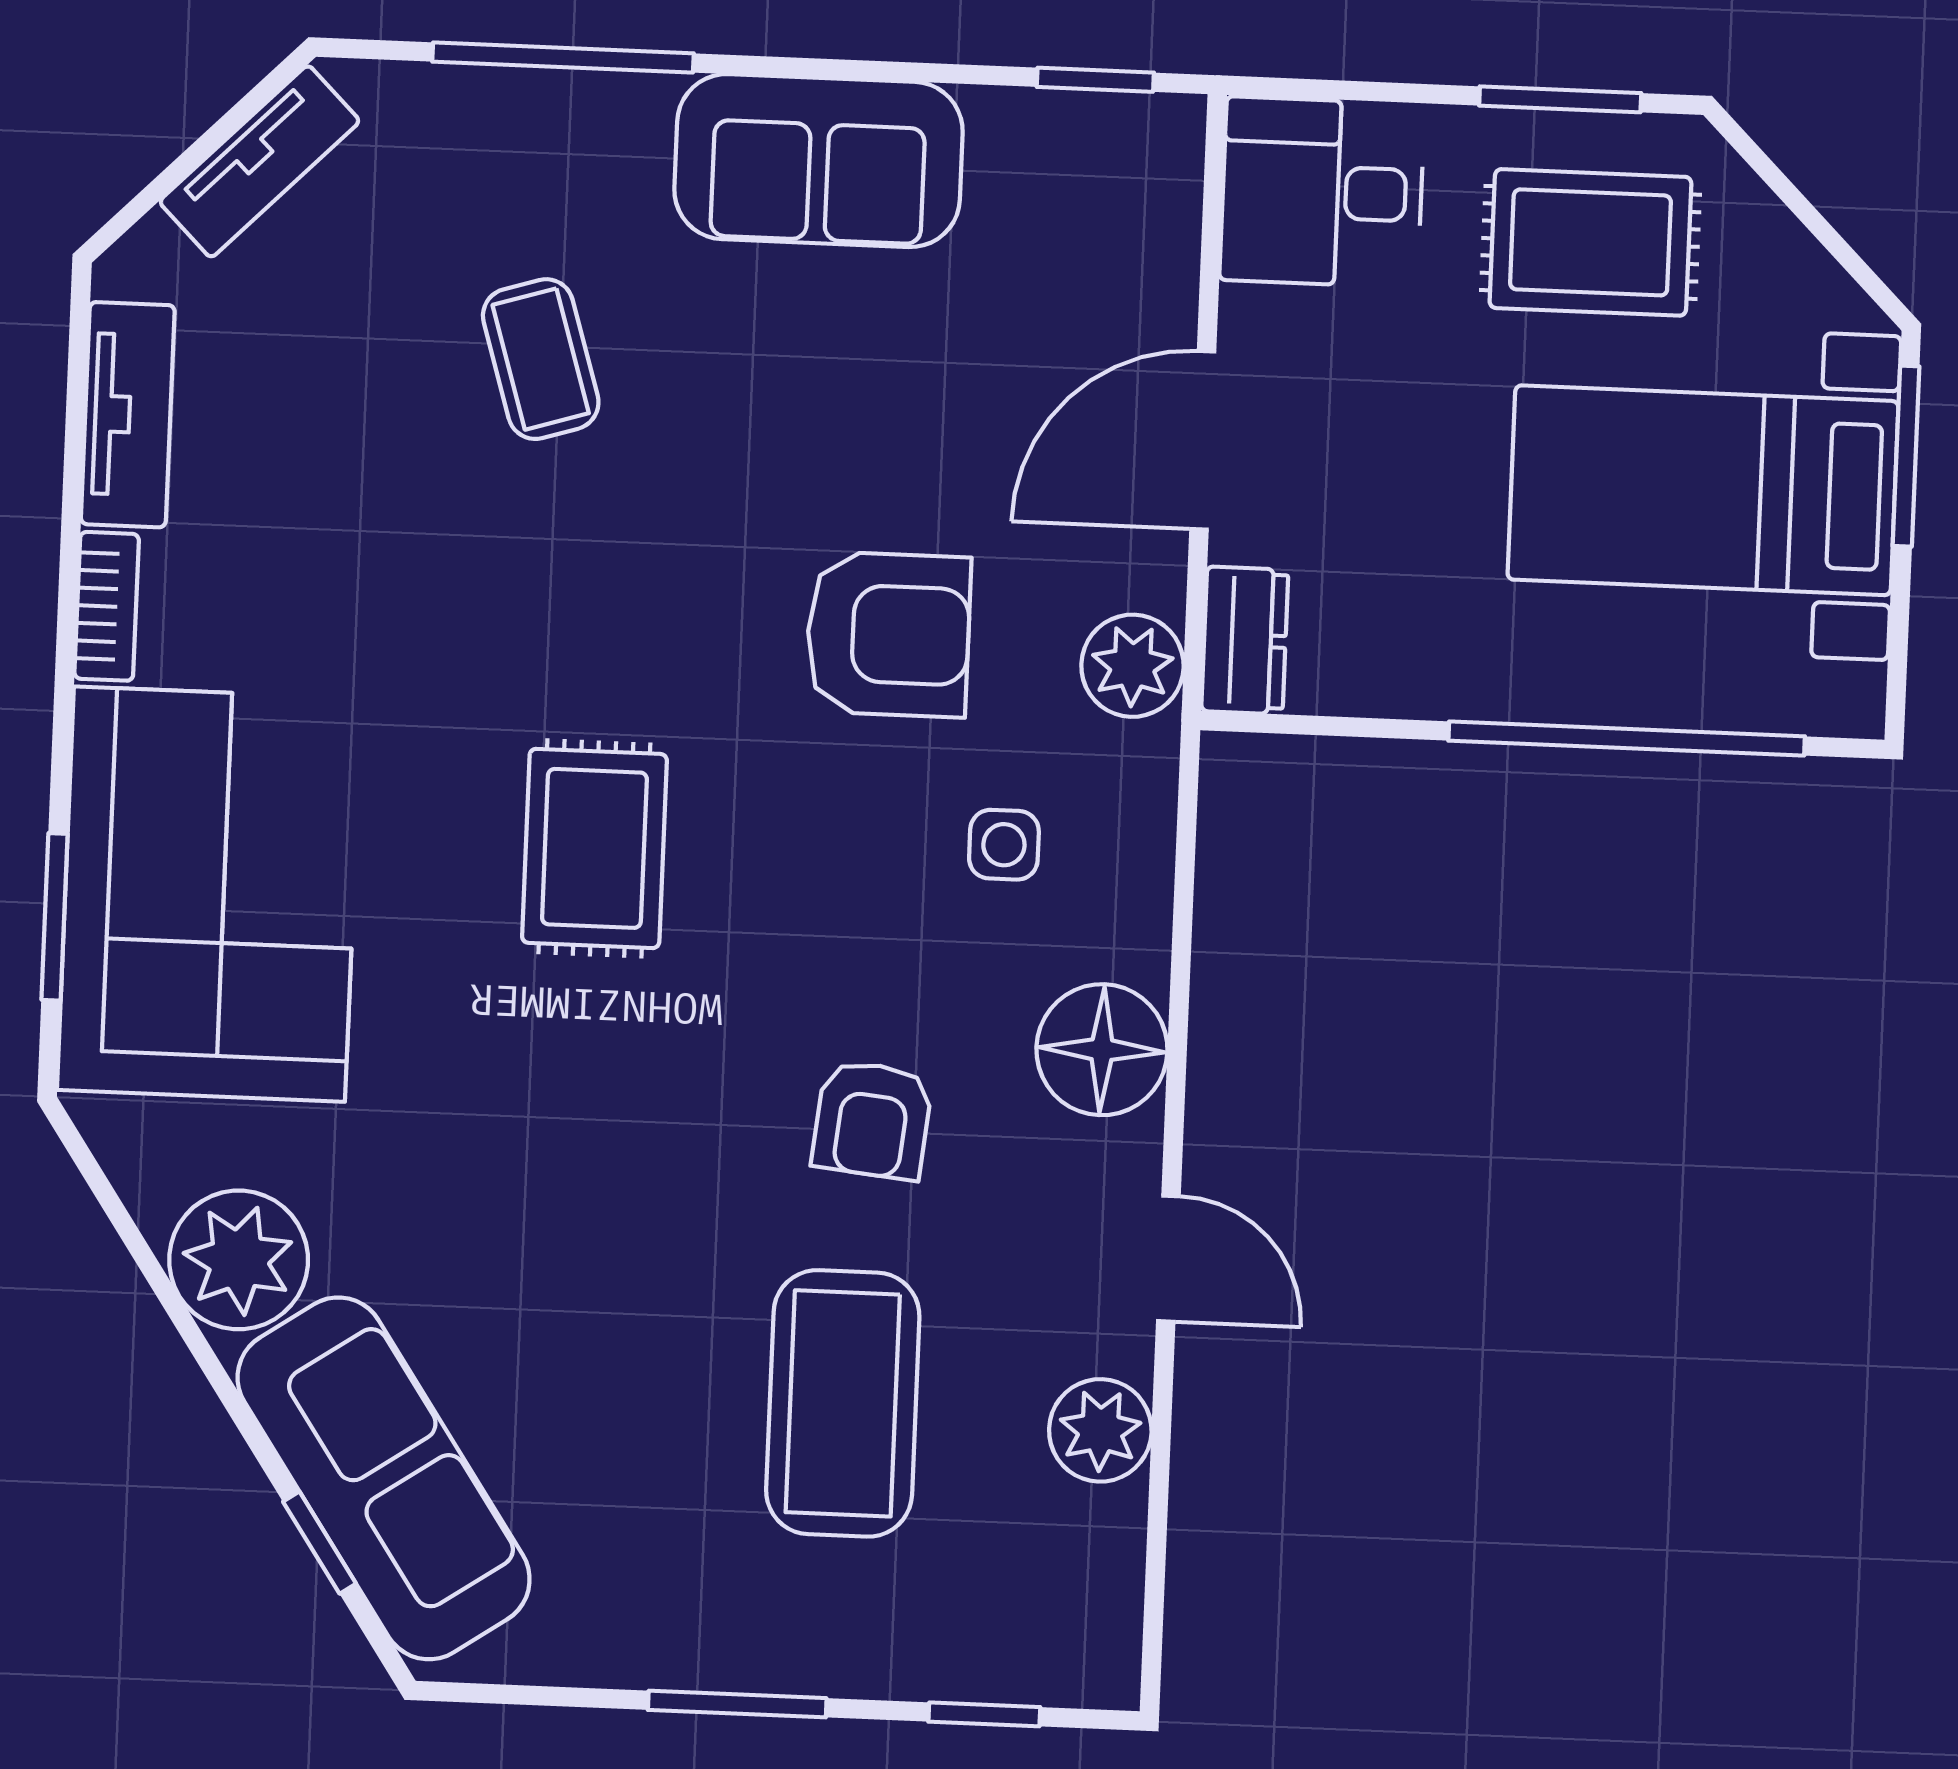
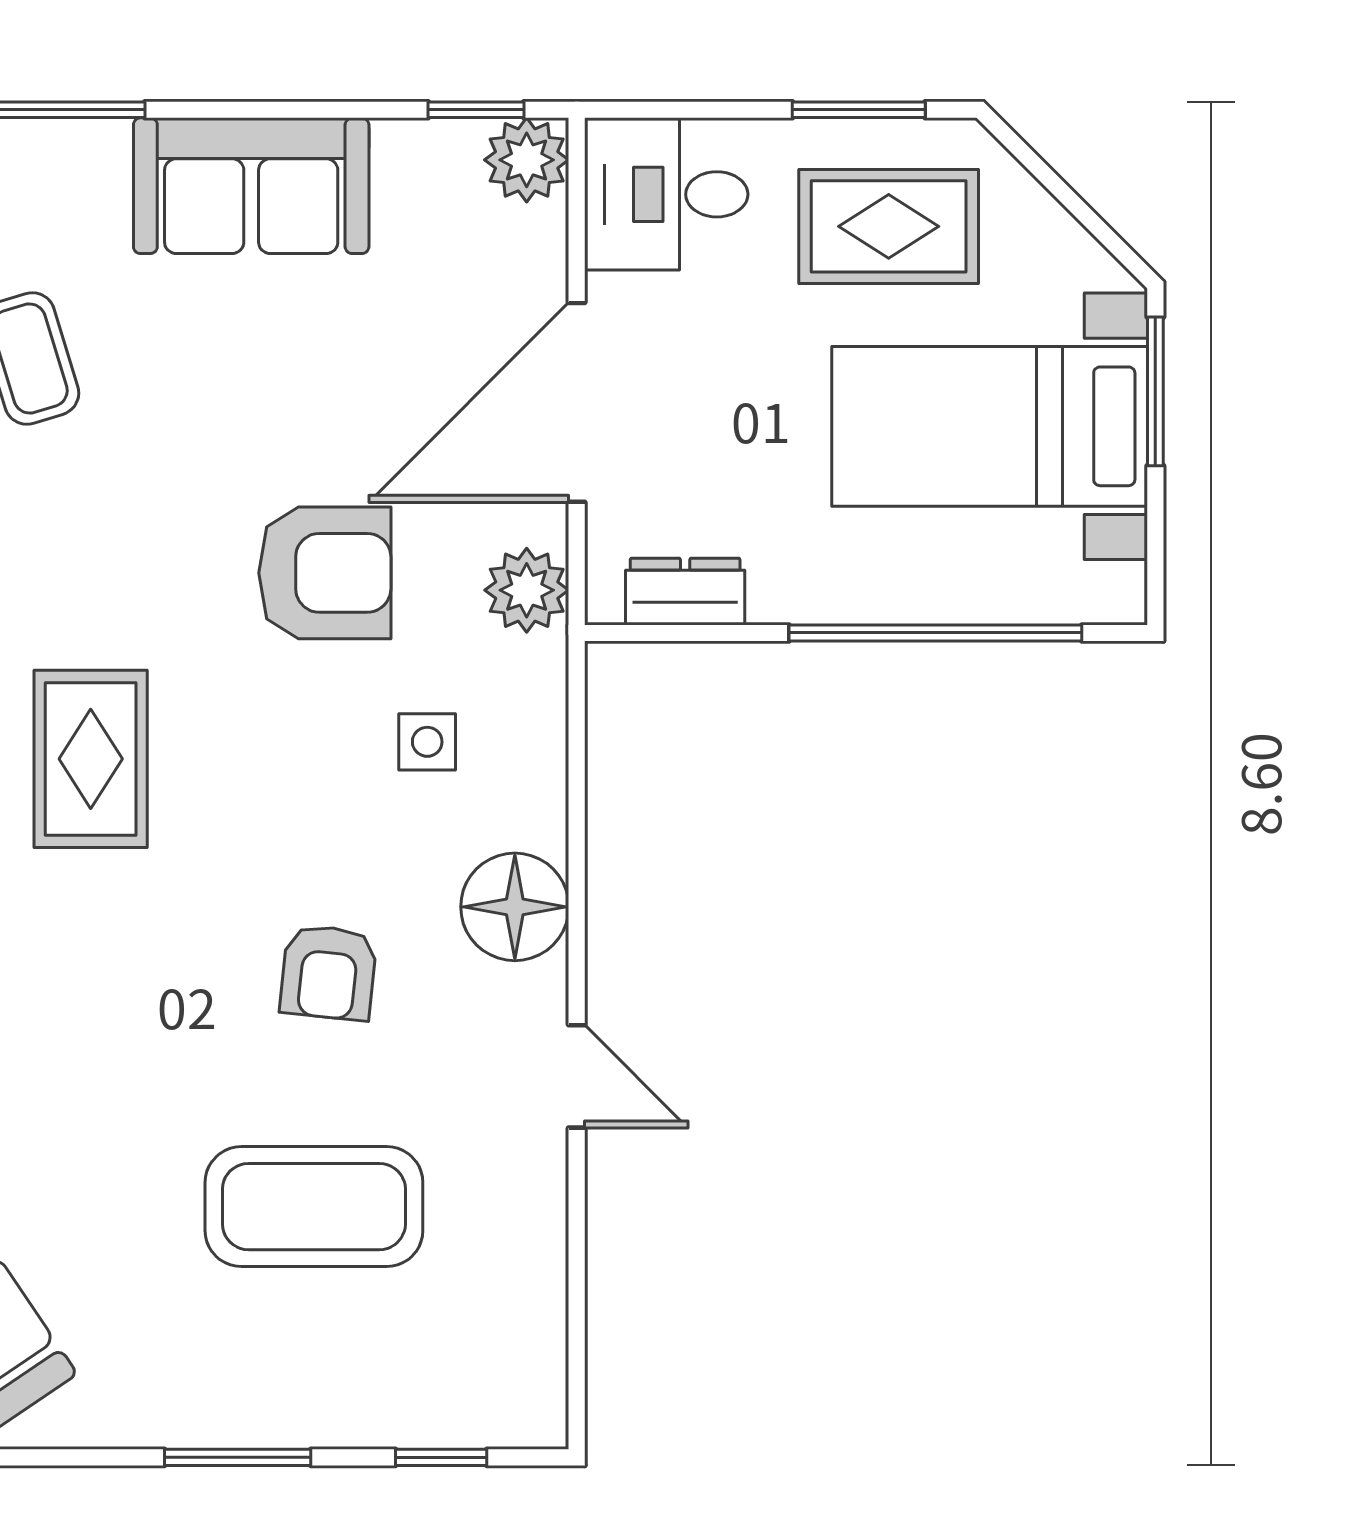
door: (1203, 440) -> (577, 402), width x1.36
dresser: (1245, 640) -> (685, 592), moved, turned -90
coffee table: (843, 1403) -> (314, 1207), turned 90
plant: (1100, 1430) -> (527, 160), moved

